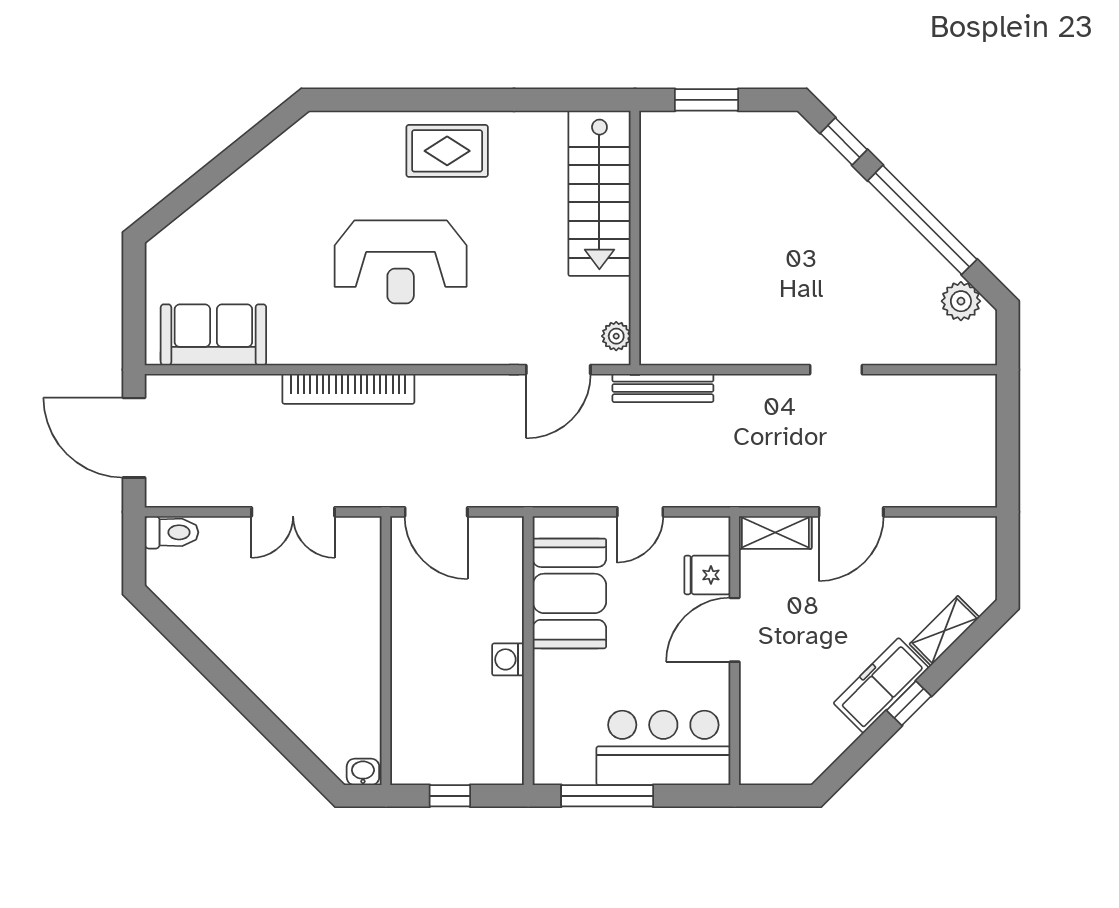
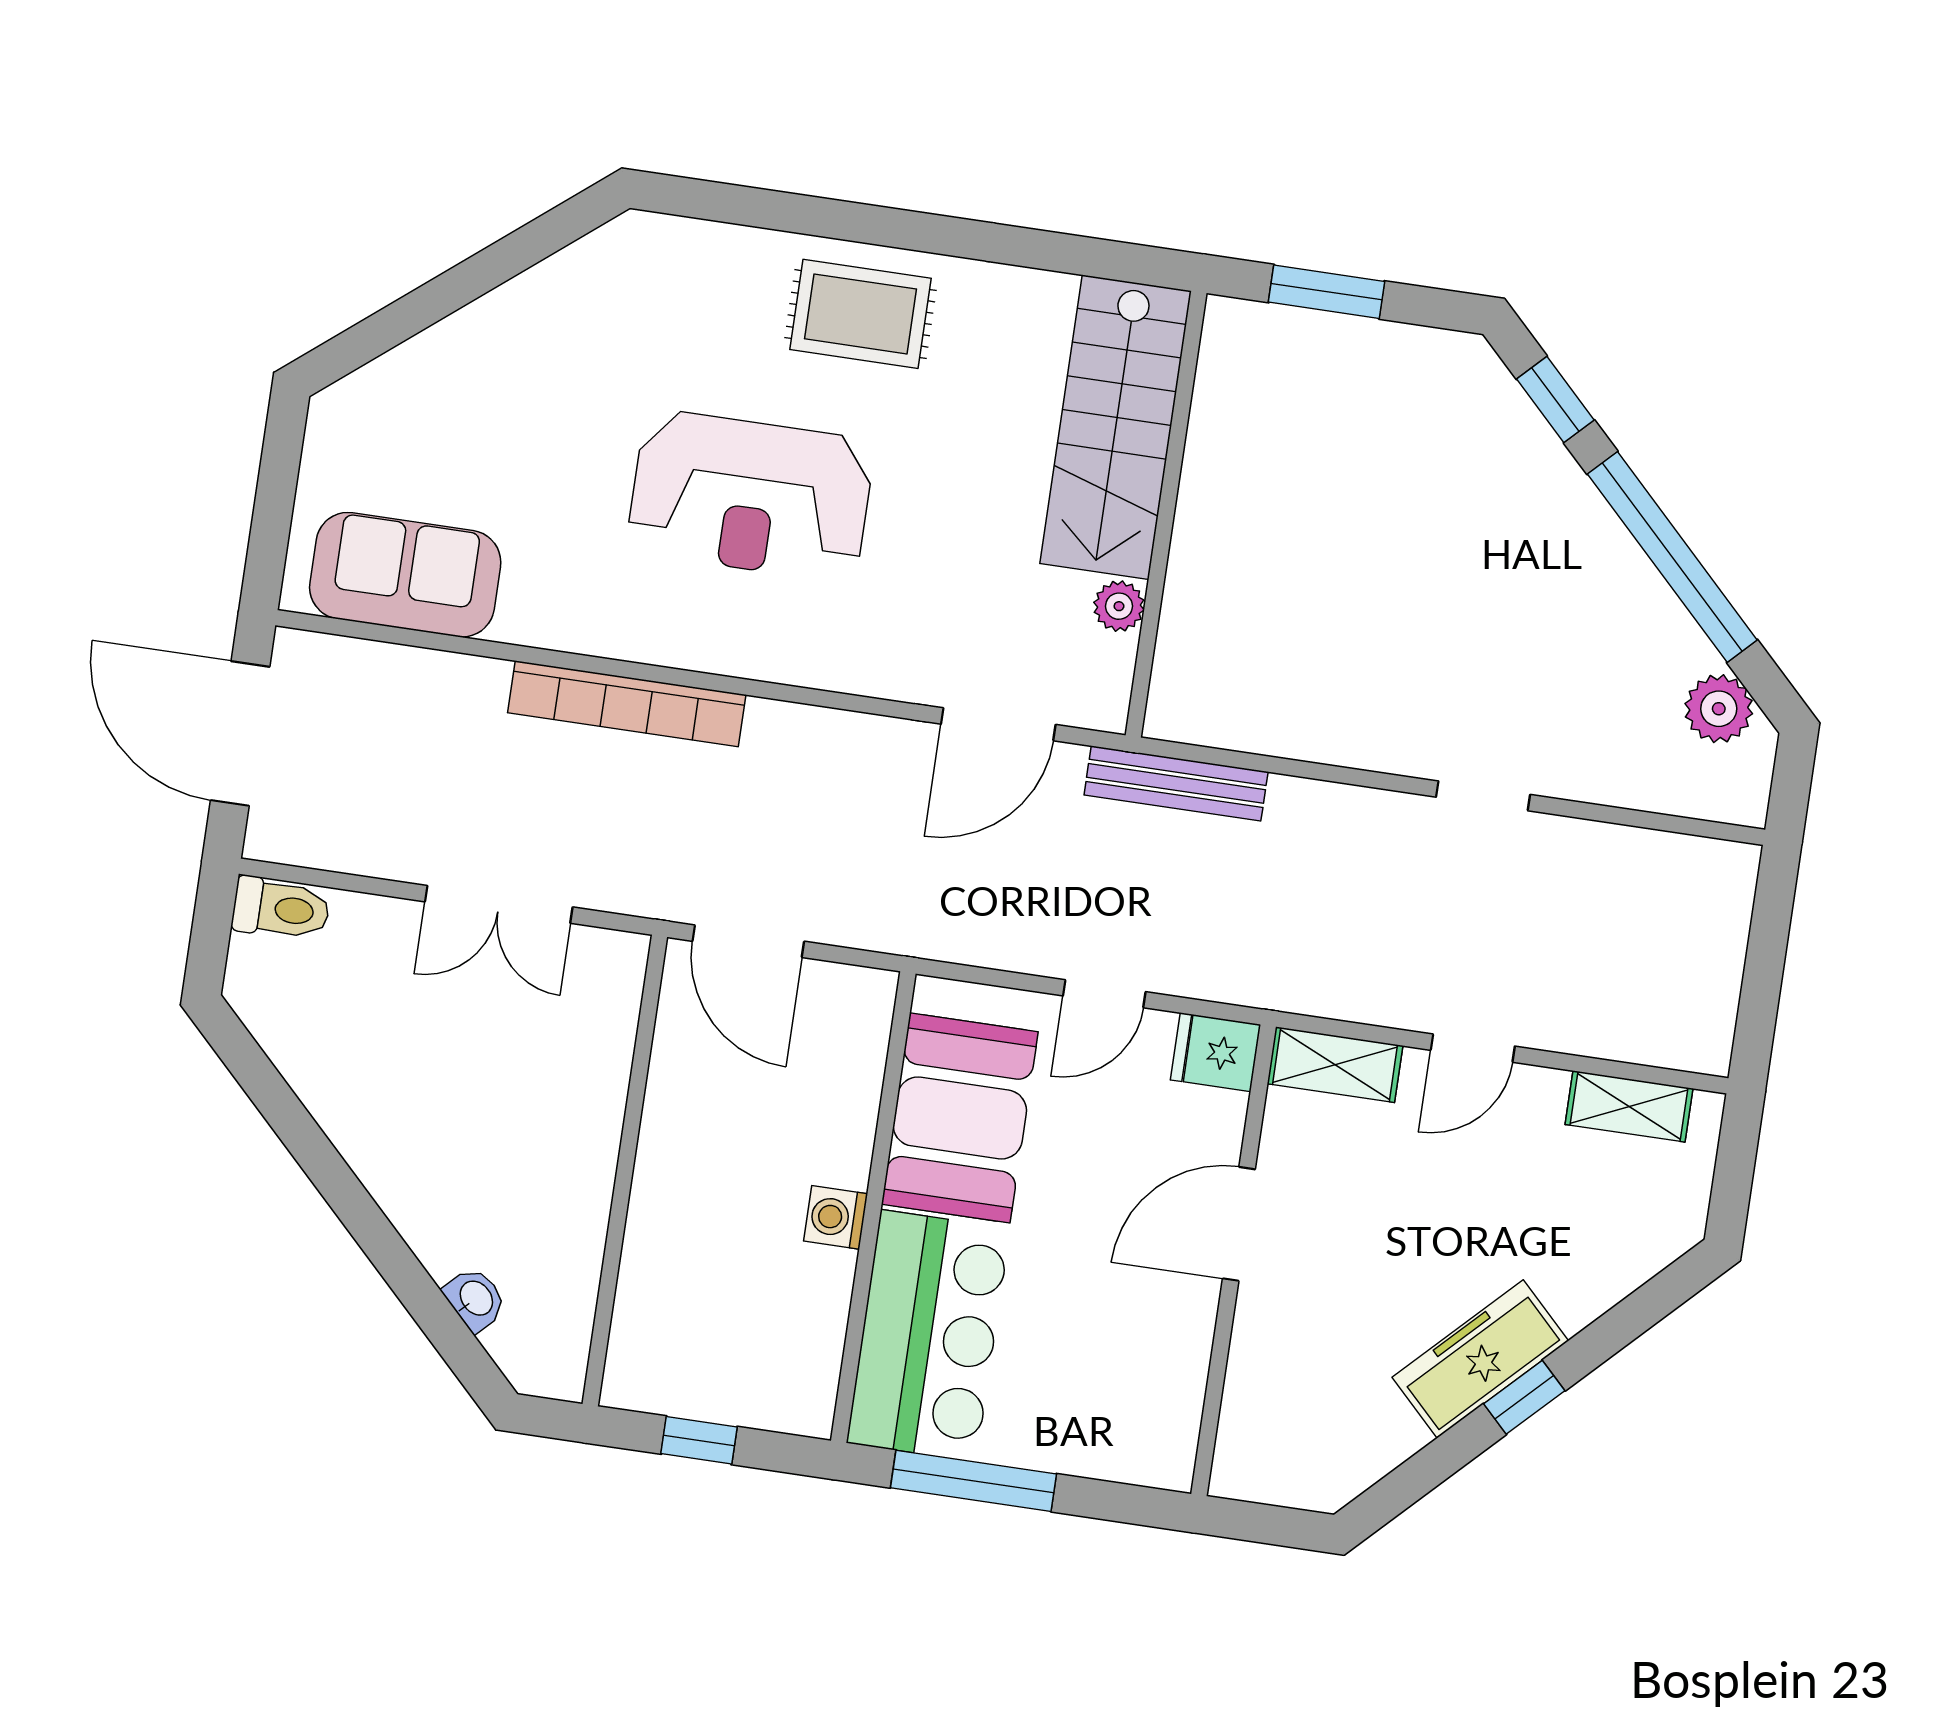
plant: (616, 336) -> (1119, 606), moved
door: (851, 512) -> (1473, 1048), width x0.73
fridge: (707, 575) -> (1216, 1052), moved
shelving: (944, 631) -> (1629, 1106), moved, turned 45
bar counter: (663, 748) -> (928, 1336), moved, turned 90
washbasin: (363, 772) -> (475, 1299), moved, turned 45

